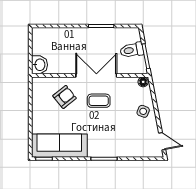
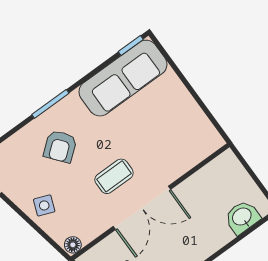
washbasin: (39, 65) -> (242, 217), moved, turned 90
armchair: (65, 97) -> (60, 146), moved

